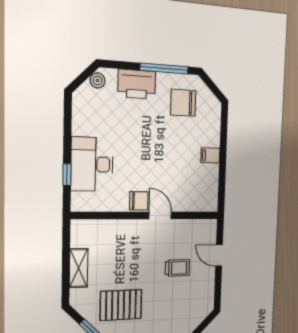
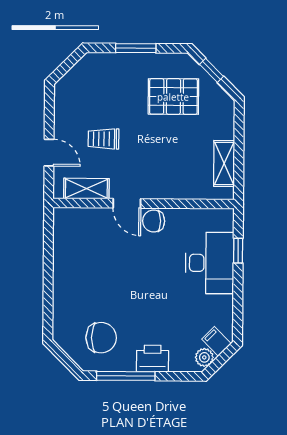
printer: (137, 84) -> (153, 359), width x0.73, depth x0.84
filing cabinet: (210, 155) -> (216, 341), moved, turned -135
shelving: (192, 227) -> (86, 189), added
shelving: (79, 268) -> (224, 163), moved

